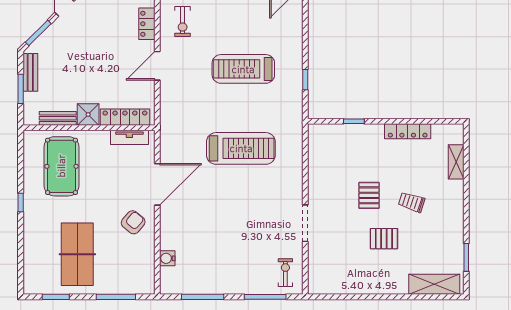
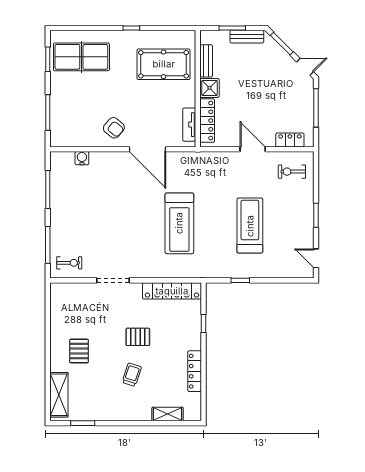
locker: (317, 157) -> (172, 291), added
pallet: (384, 239) -> (79, 351), moved
table tennis table: (77, 254) -> (81, 57), moved

